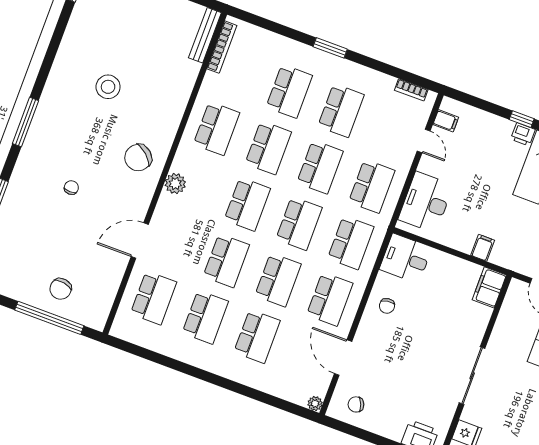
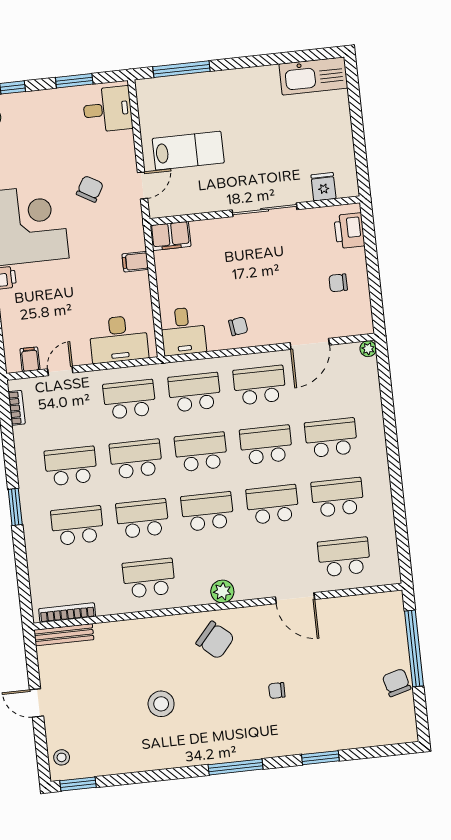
chair: (61, 289) -> (397, 683), moved, turned -114
chair: (356, 404) -> (338, 283), moved, turned 111

